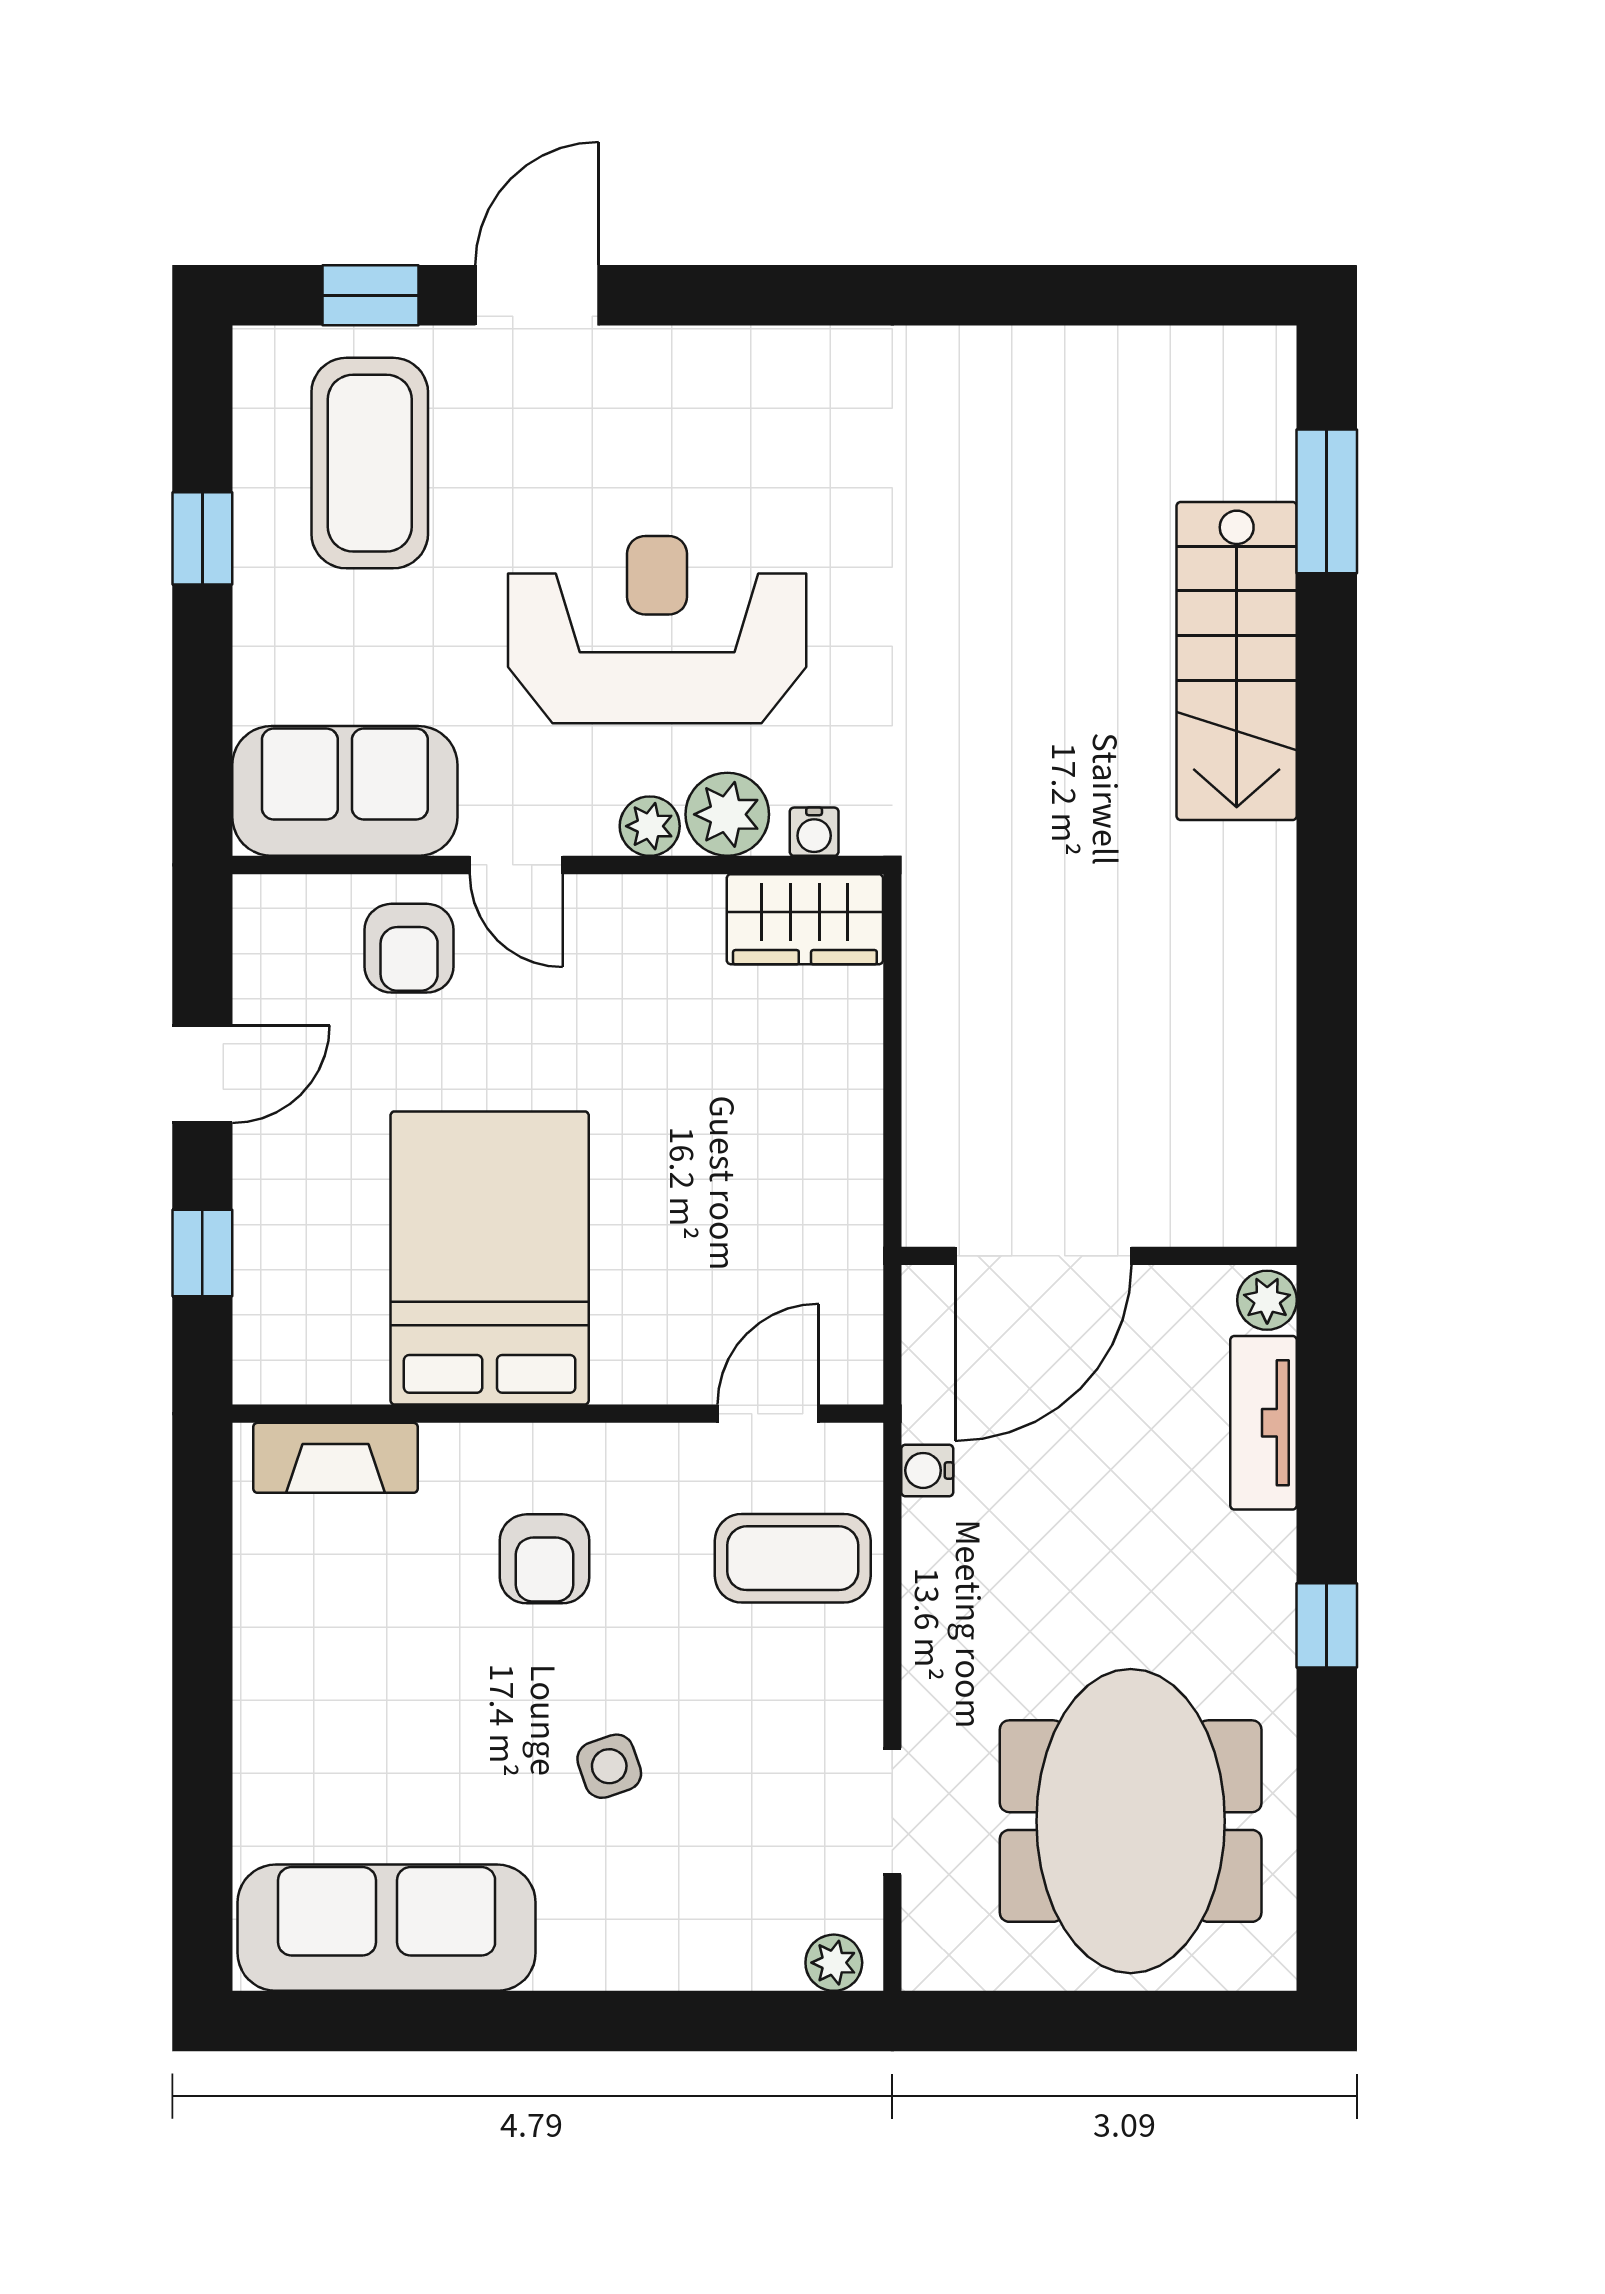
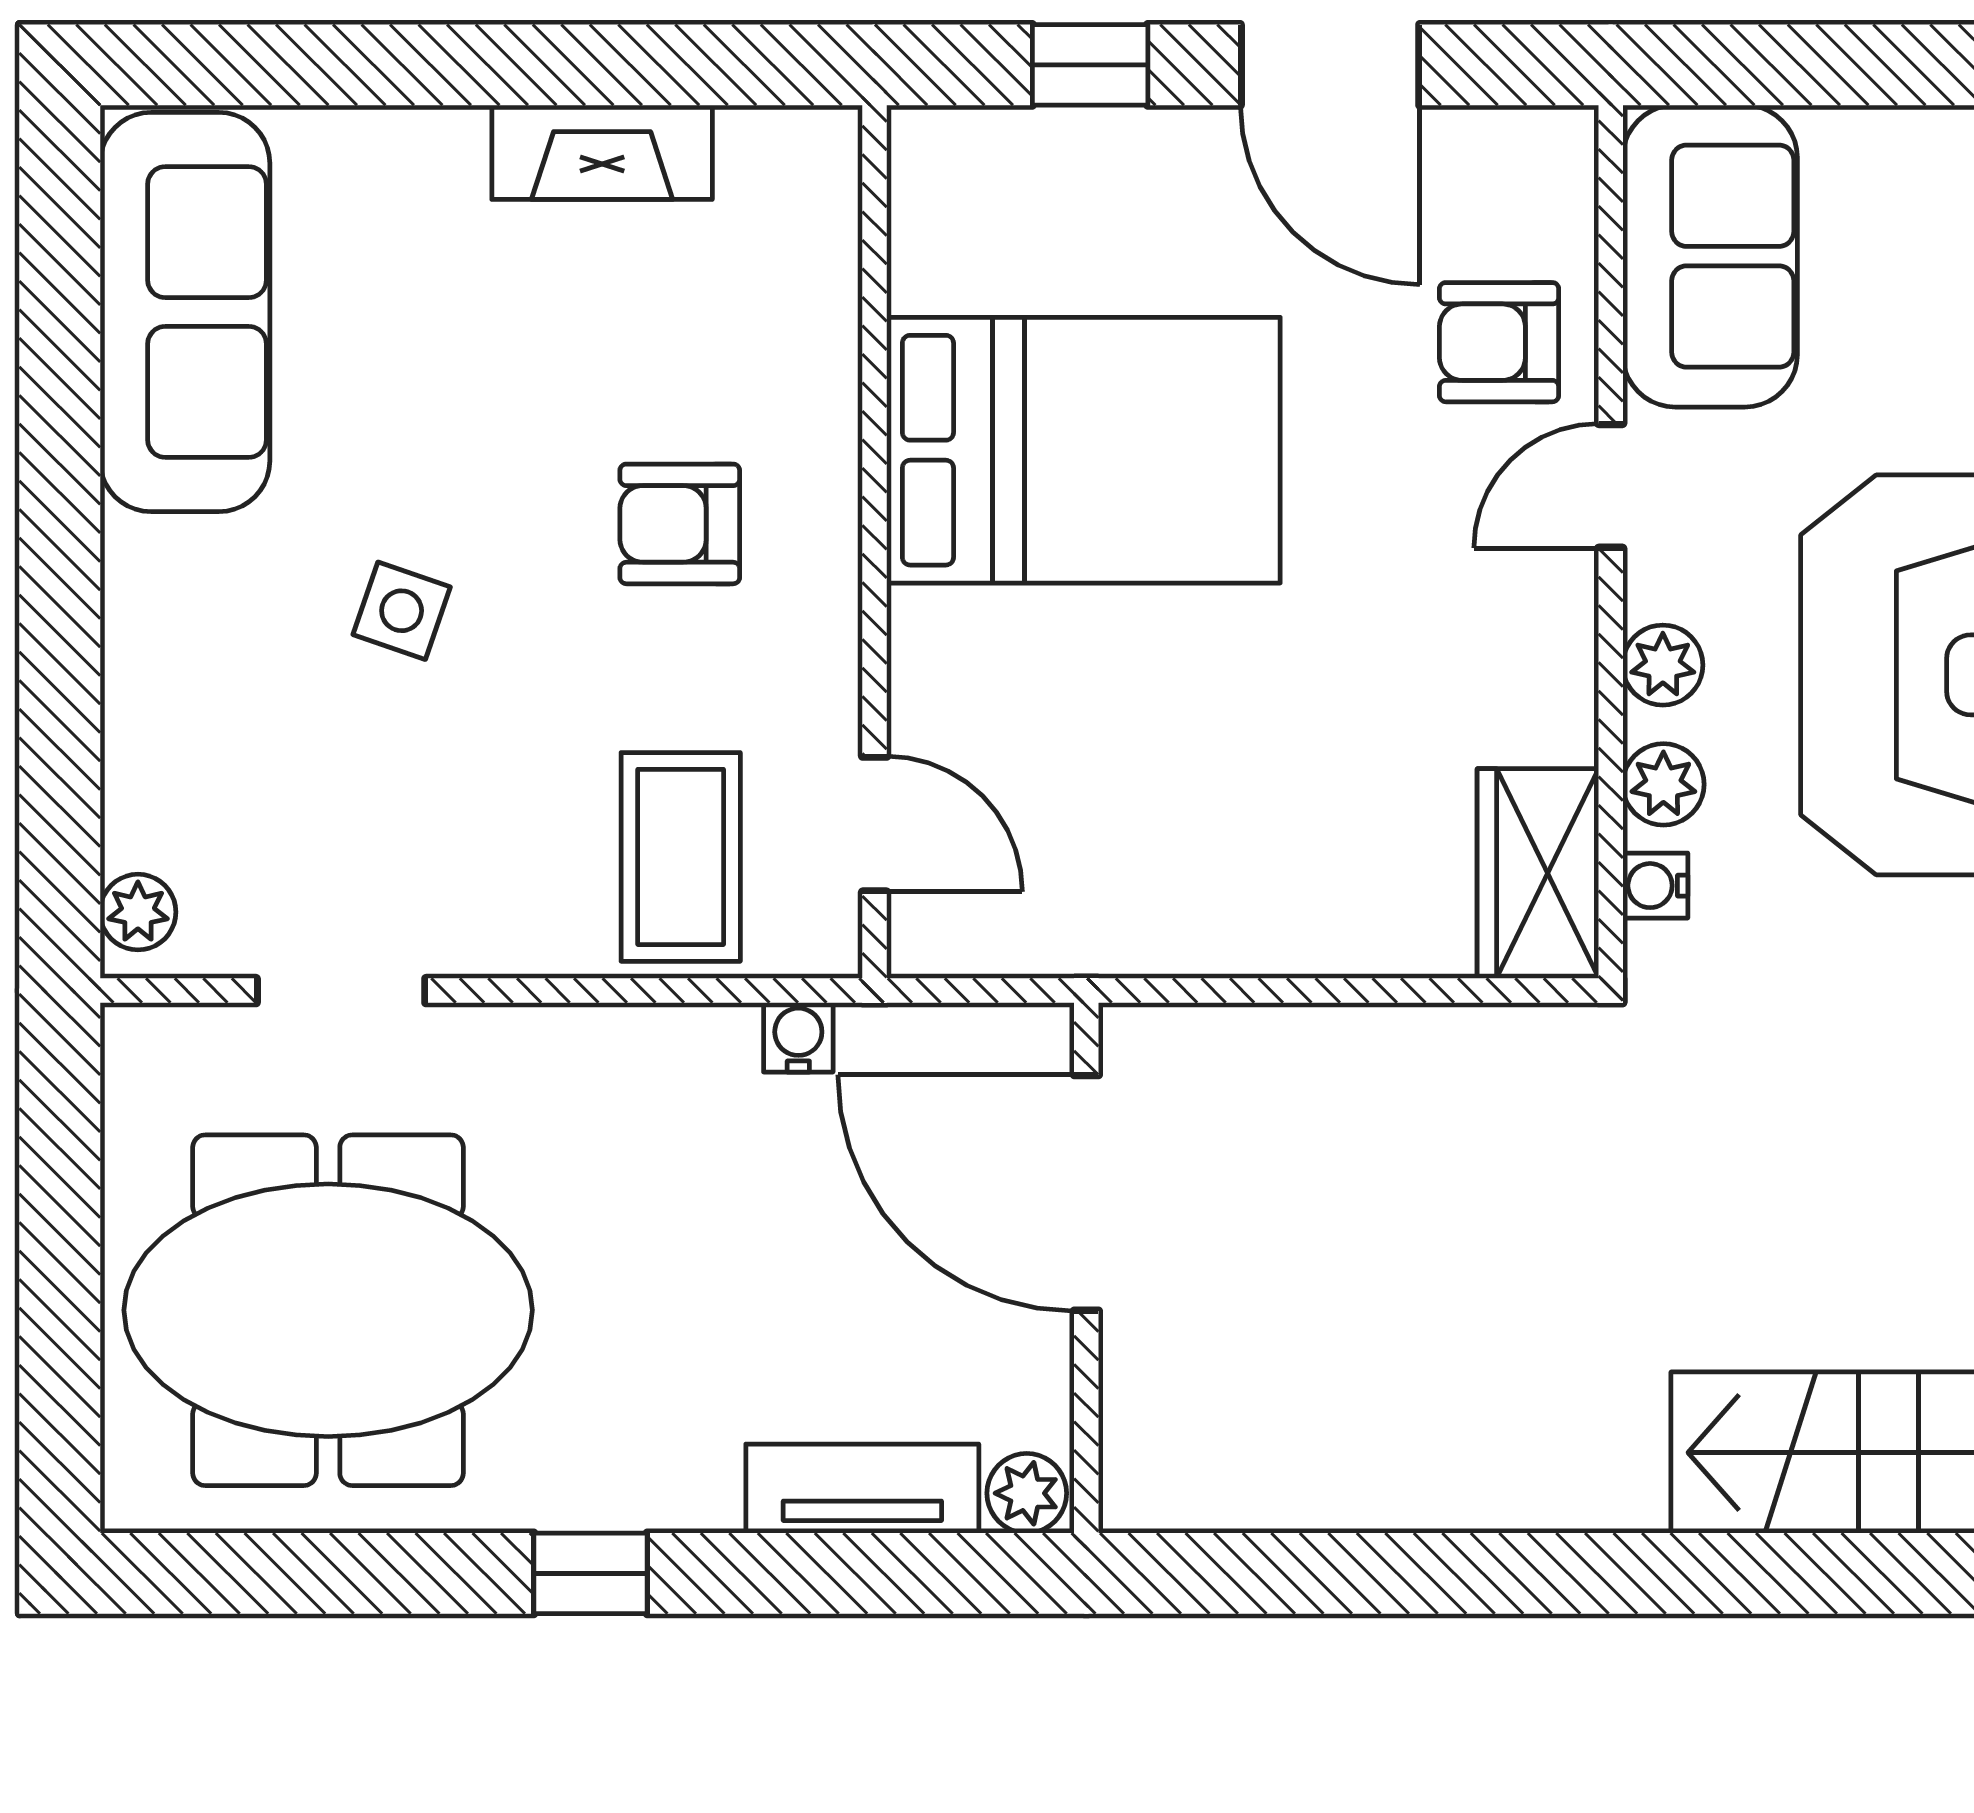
plant: (727, 814) -> (1663, 784), width x0.73, depth x0.73
door: (202, 1074) -> (1330, 65), width x1.38
fireplace: (336, 1458) -> (602, 152), moved, turned -90
side table: (609, 1766) -> (402, 611), turned 38

